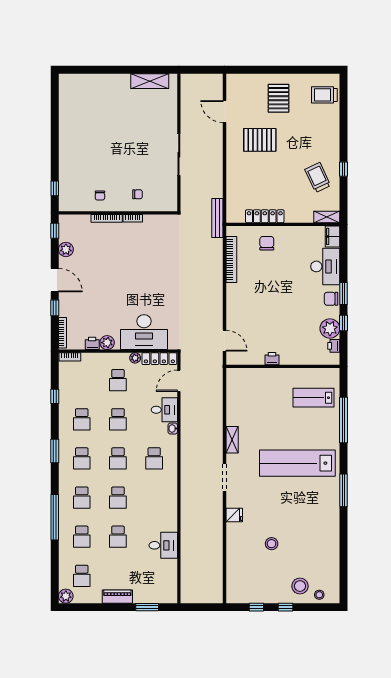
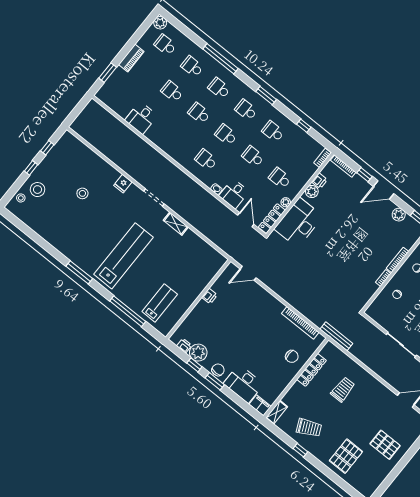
trolley: (324, 95) -> (343, 389), moved
pallet: (260, 140) -> (346, 456), moved

